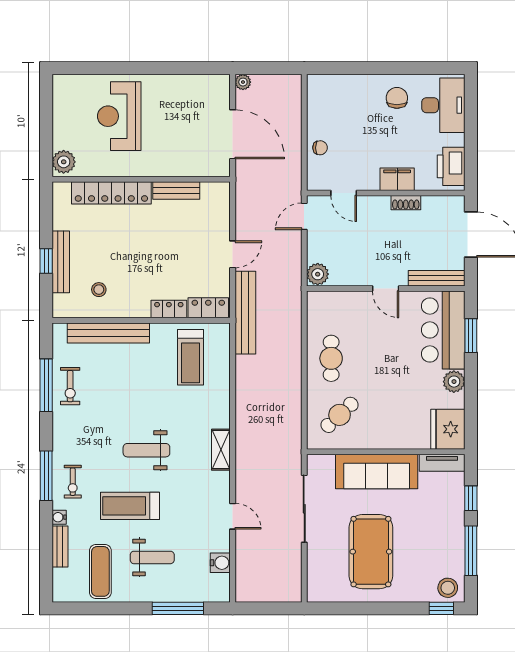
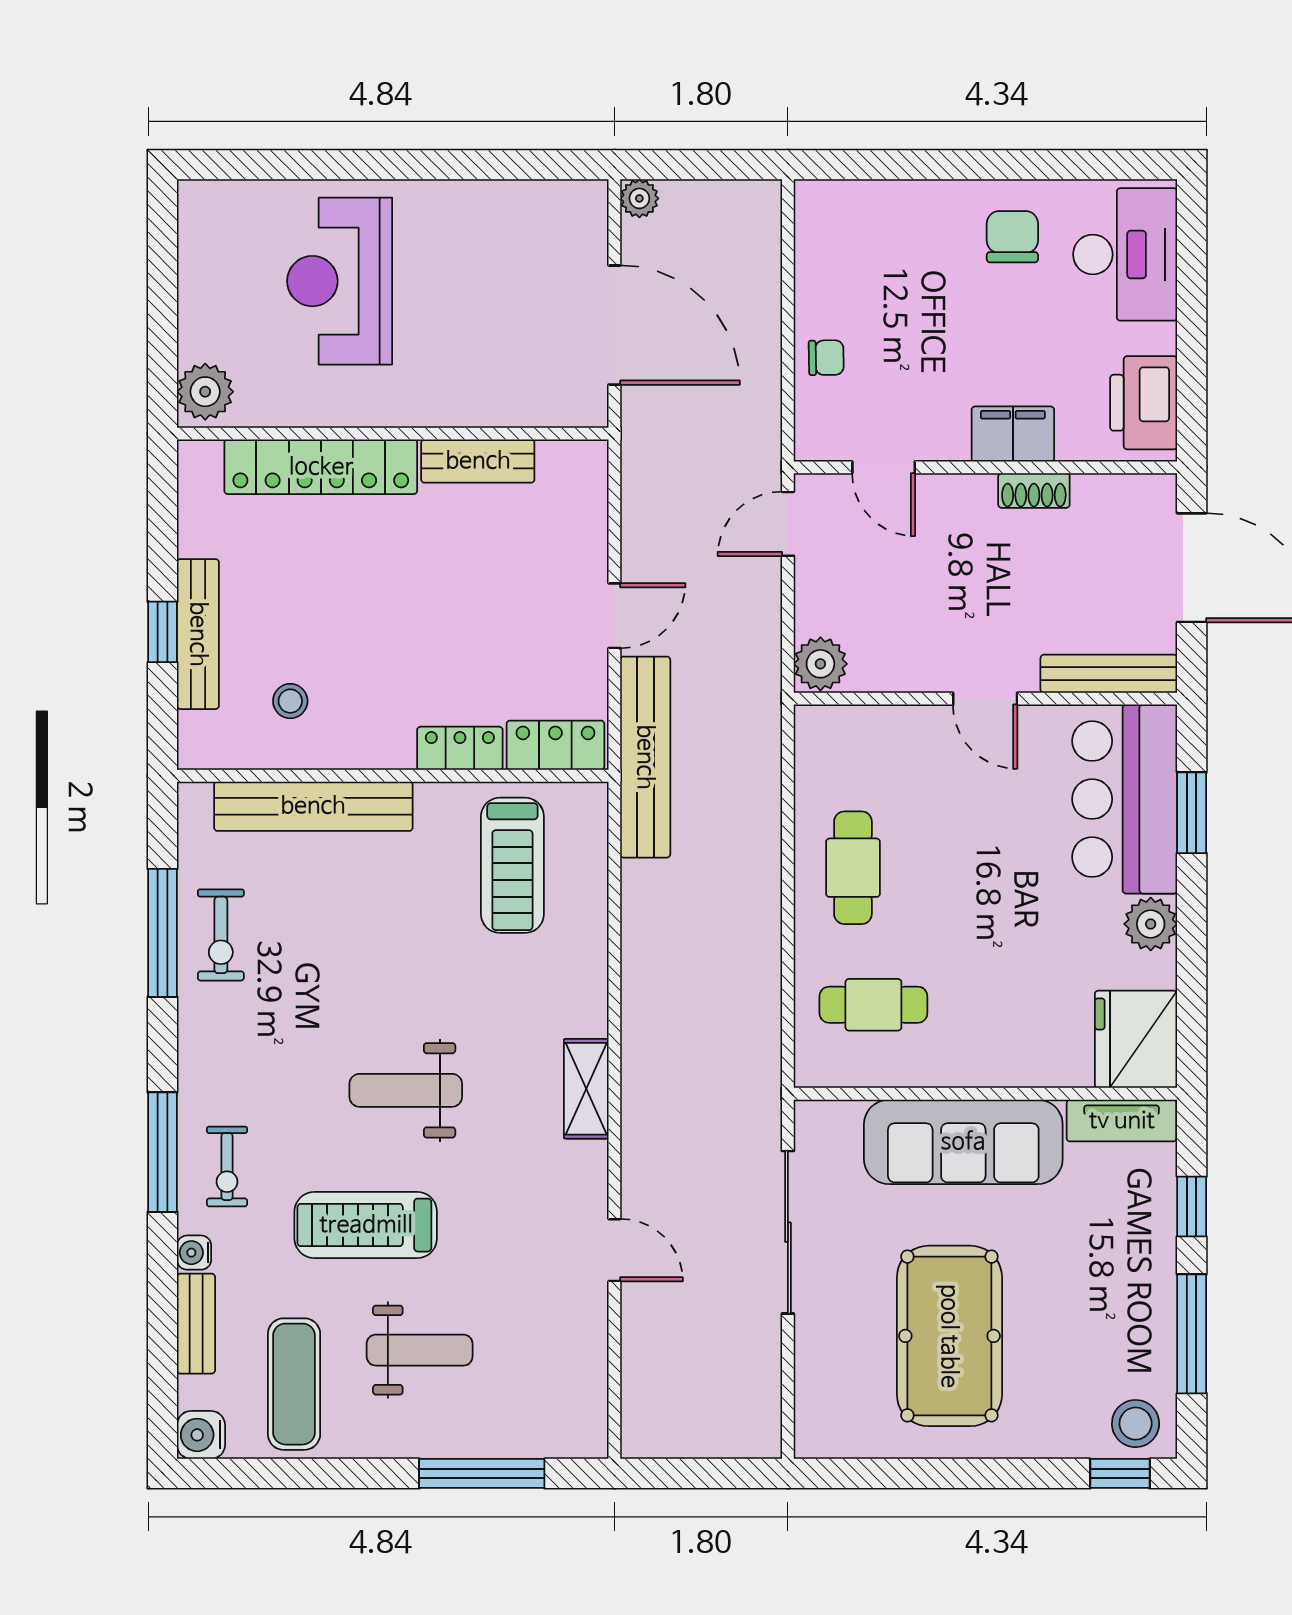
cafe table: (340, 415) -> (873, 1005), turned 43
water cooler: (220, 563) -> (201, 1435), moved, turned 180

